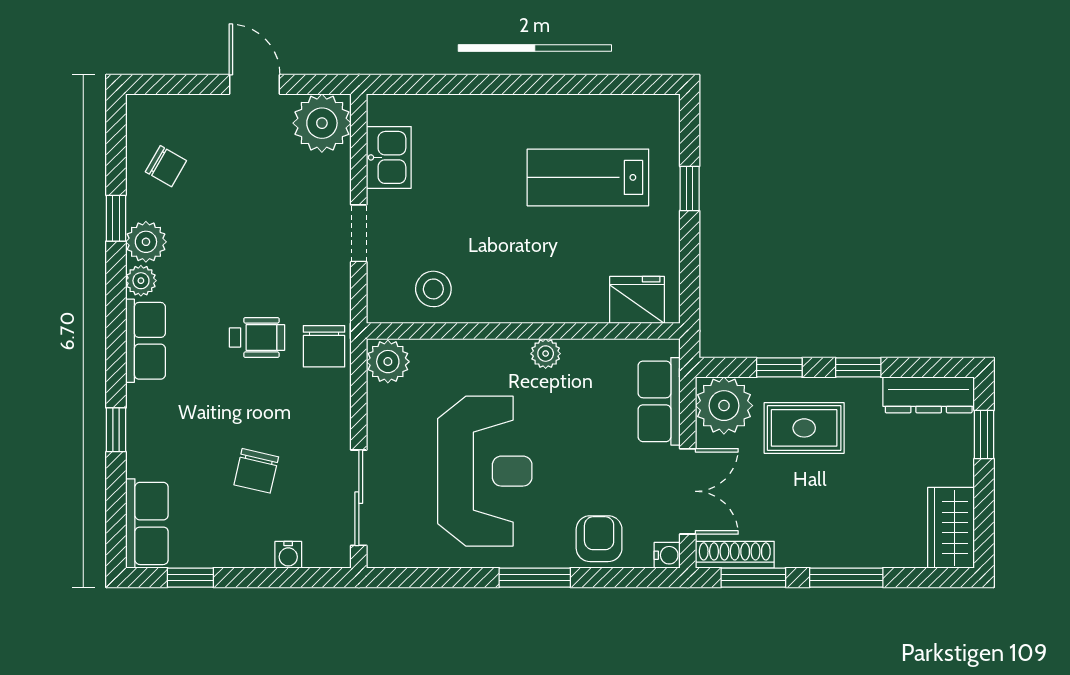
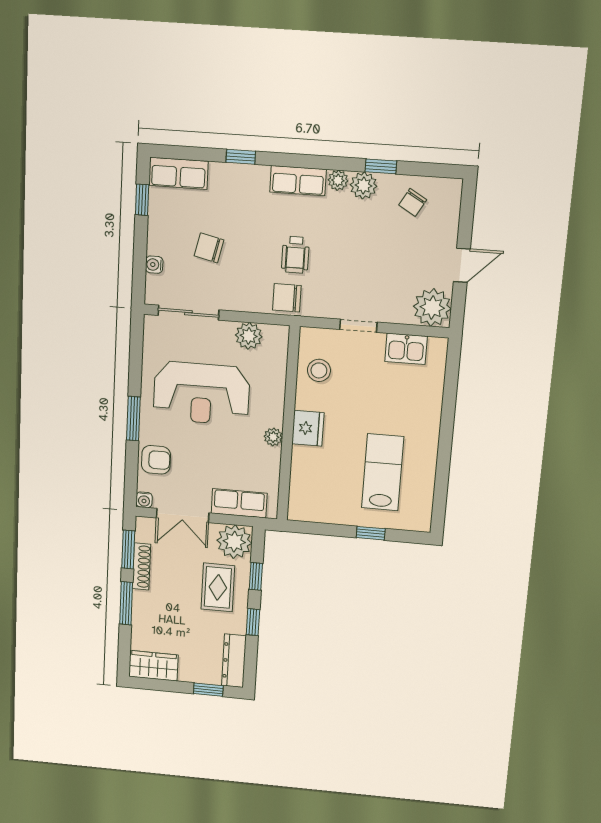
fridge: (637, 300) -> (308, 428), moved
plant: (388, 362) -> (249, 336), moved
shoe rack: (735, 555) -> (142, 566), moved

